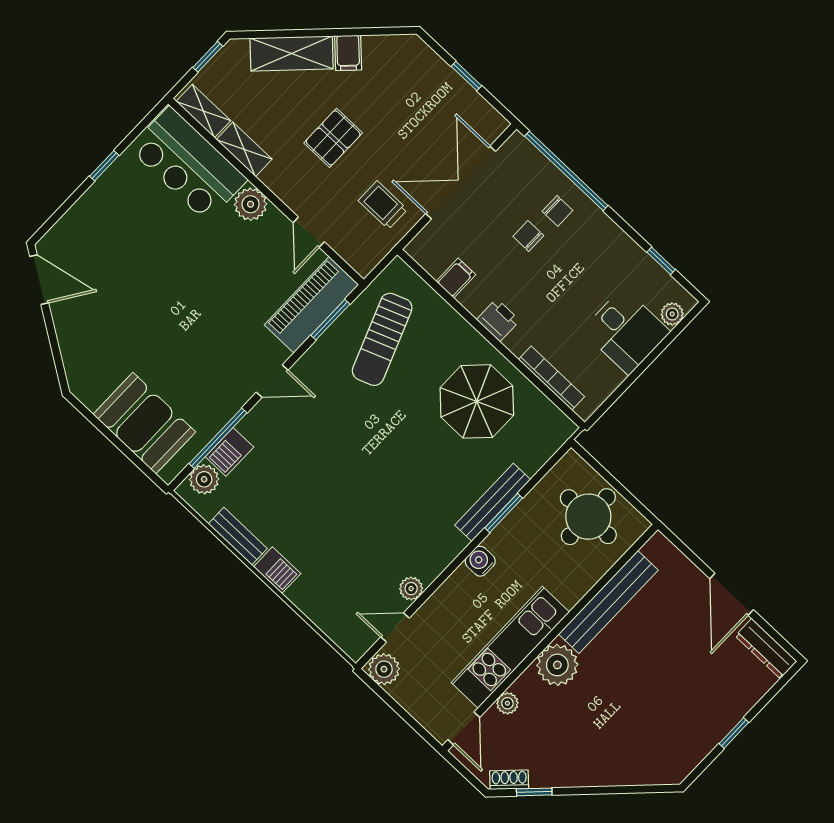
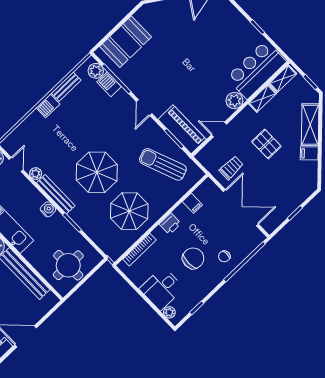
chair: (528, 236) -> (193, 258), moved, width x1.87, depth x1.87
parasol: (403, 469) -> (97, 172), added
bench: (493, 502) -> (56, 194), moved

